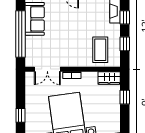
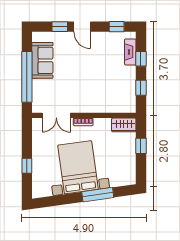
coffee table: (100, 50) -> (114, 94), removed

